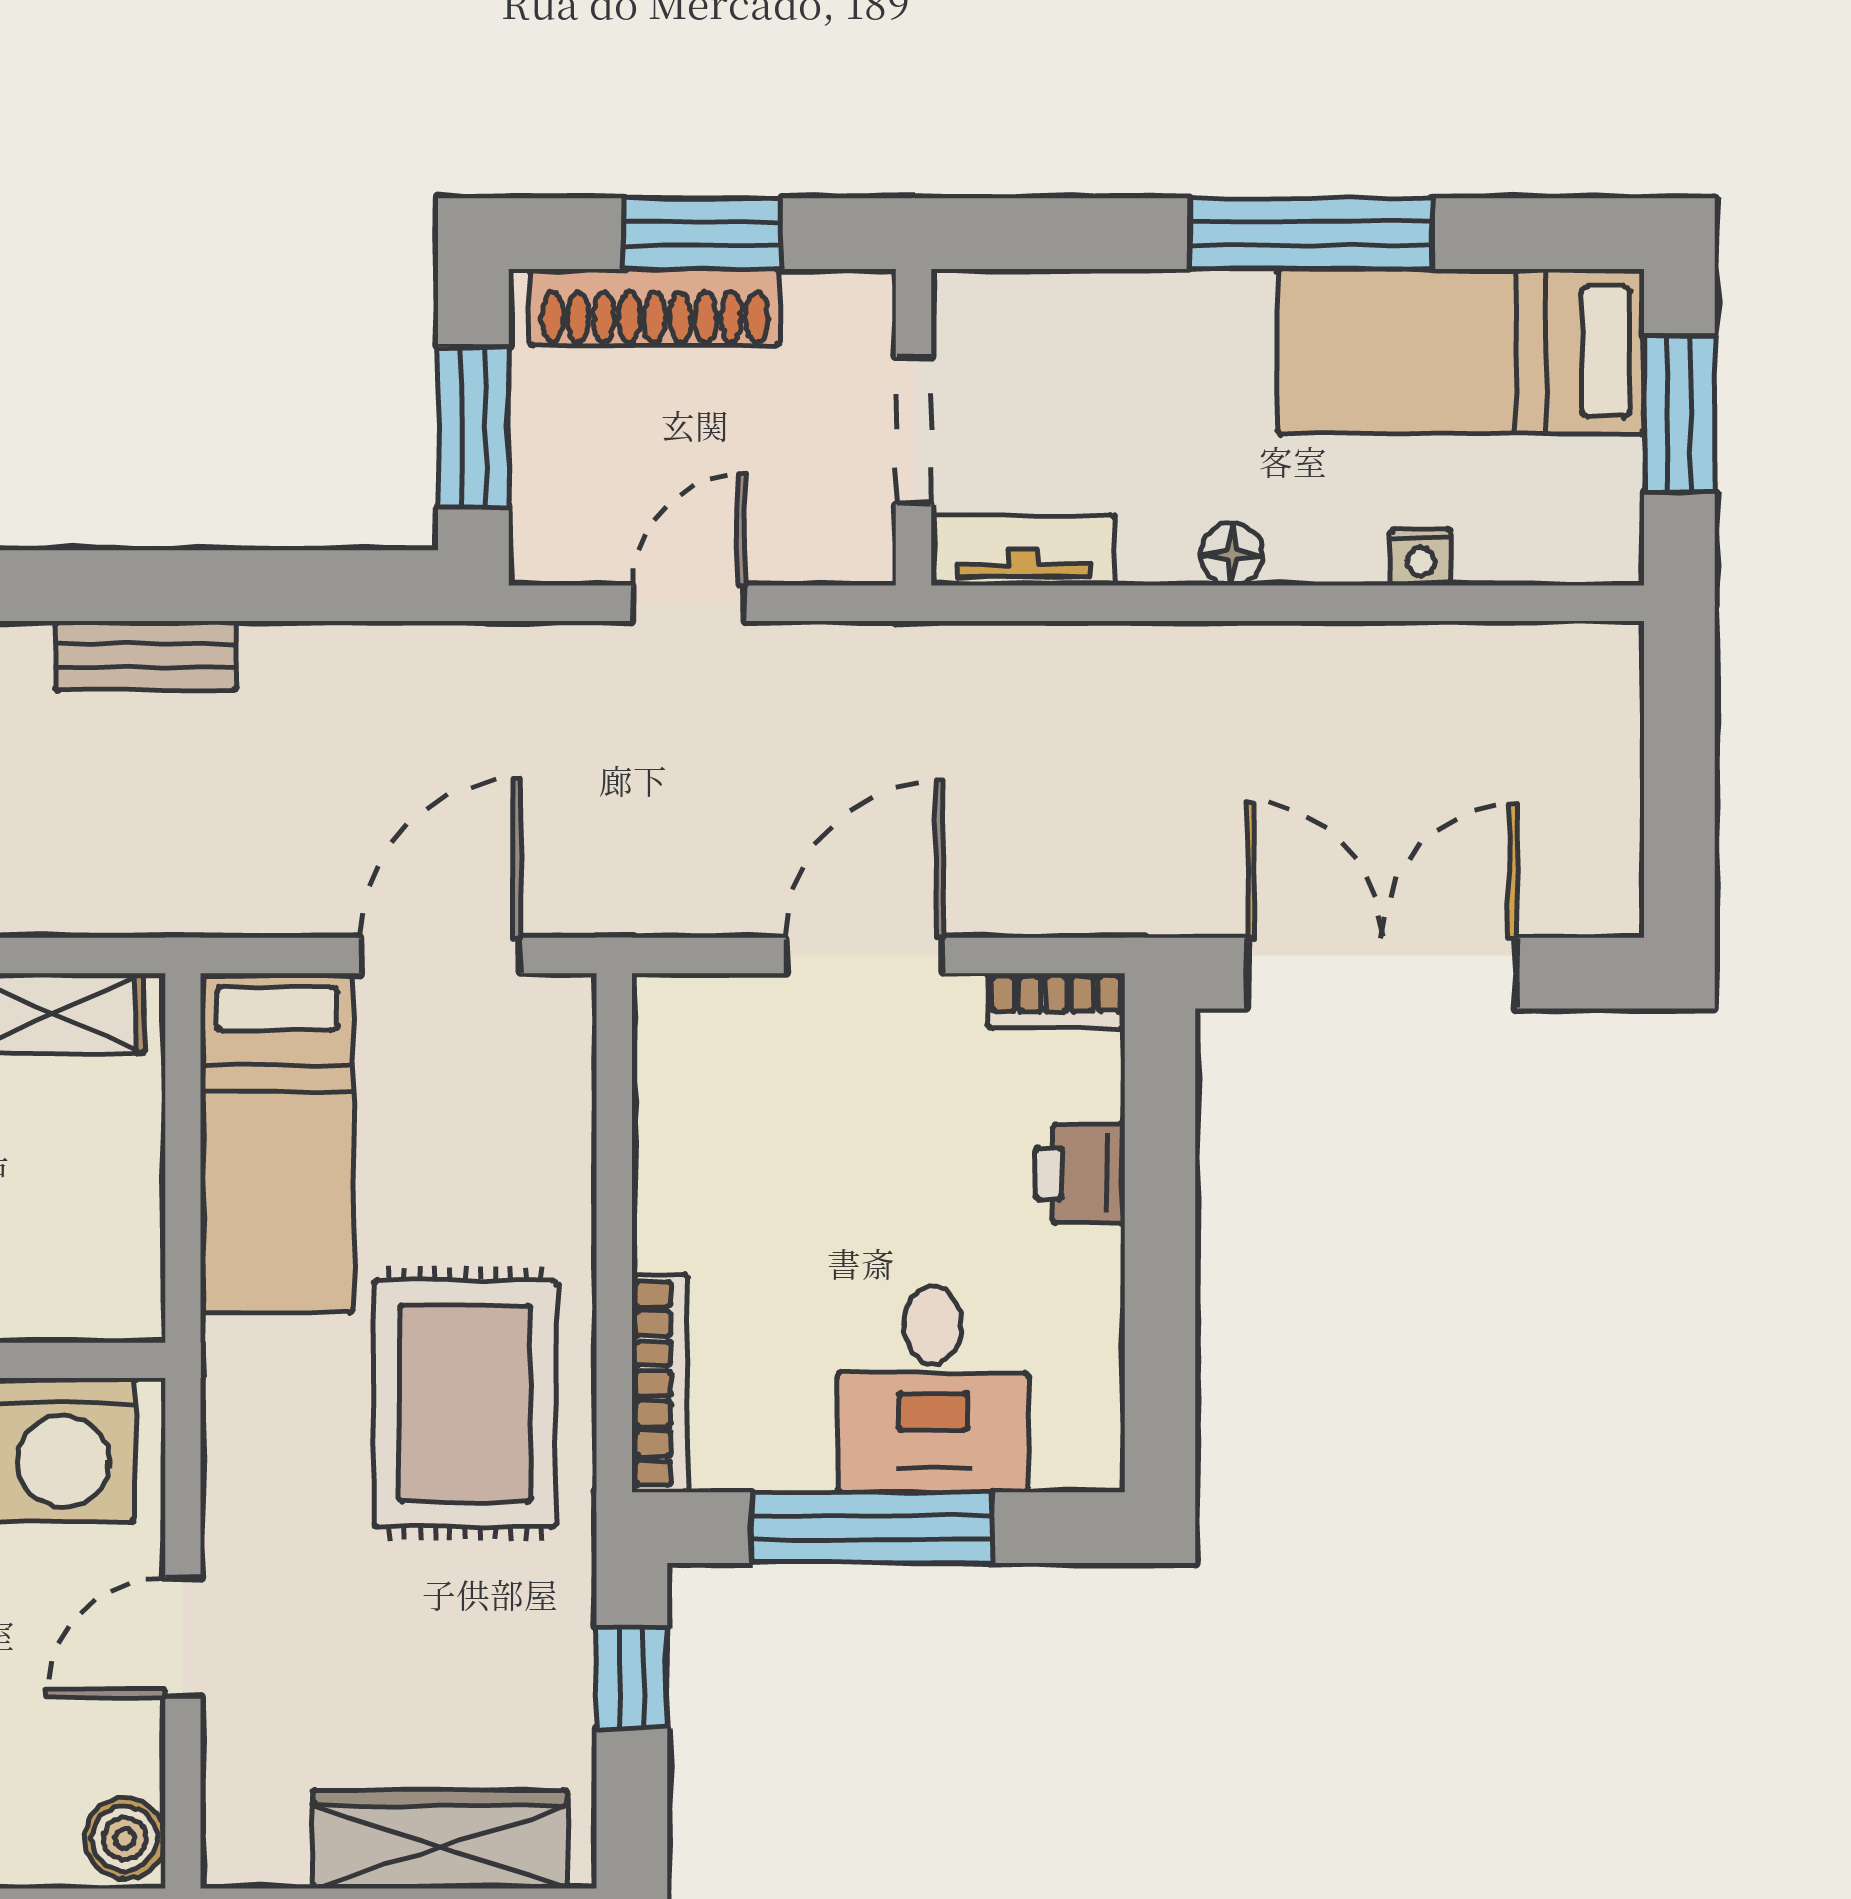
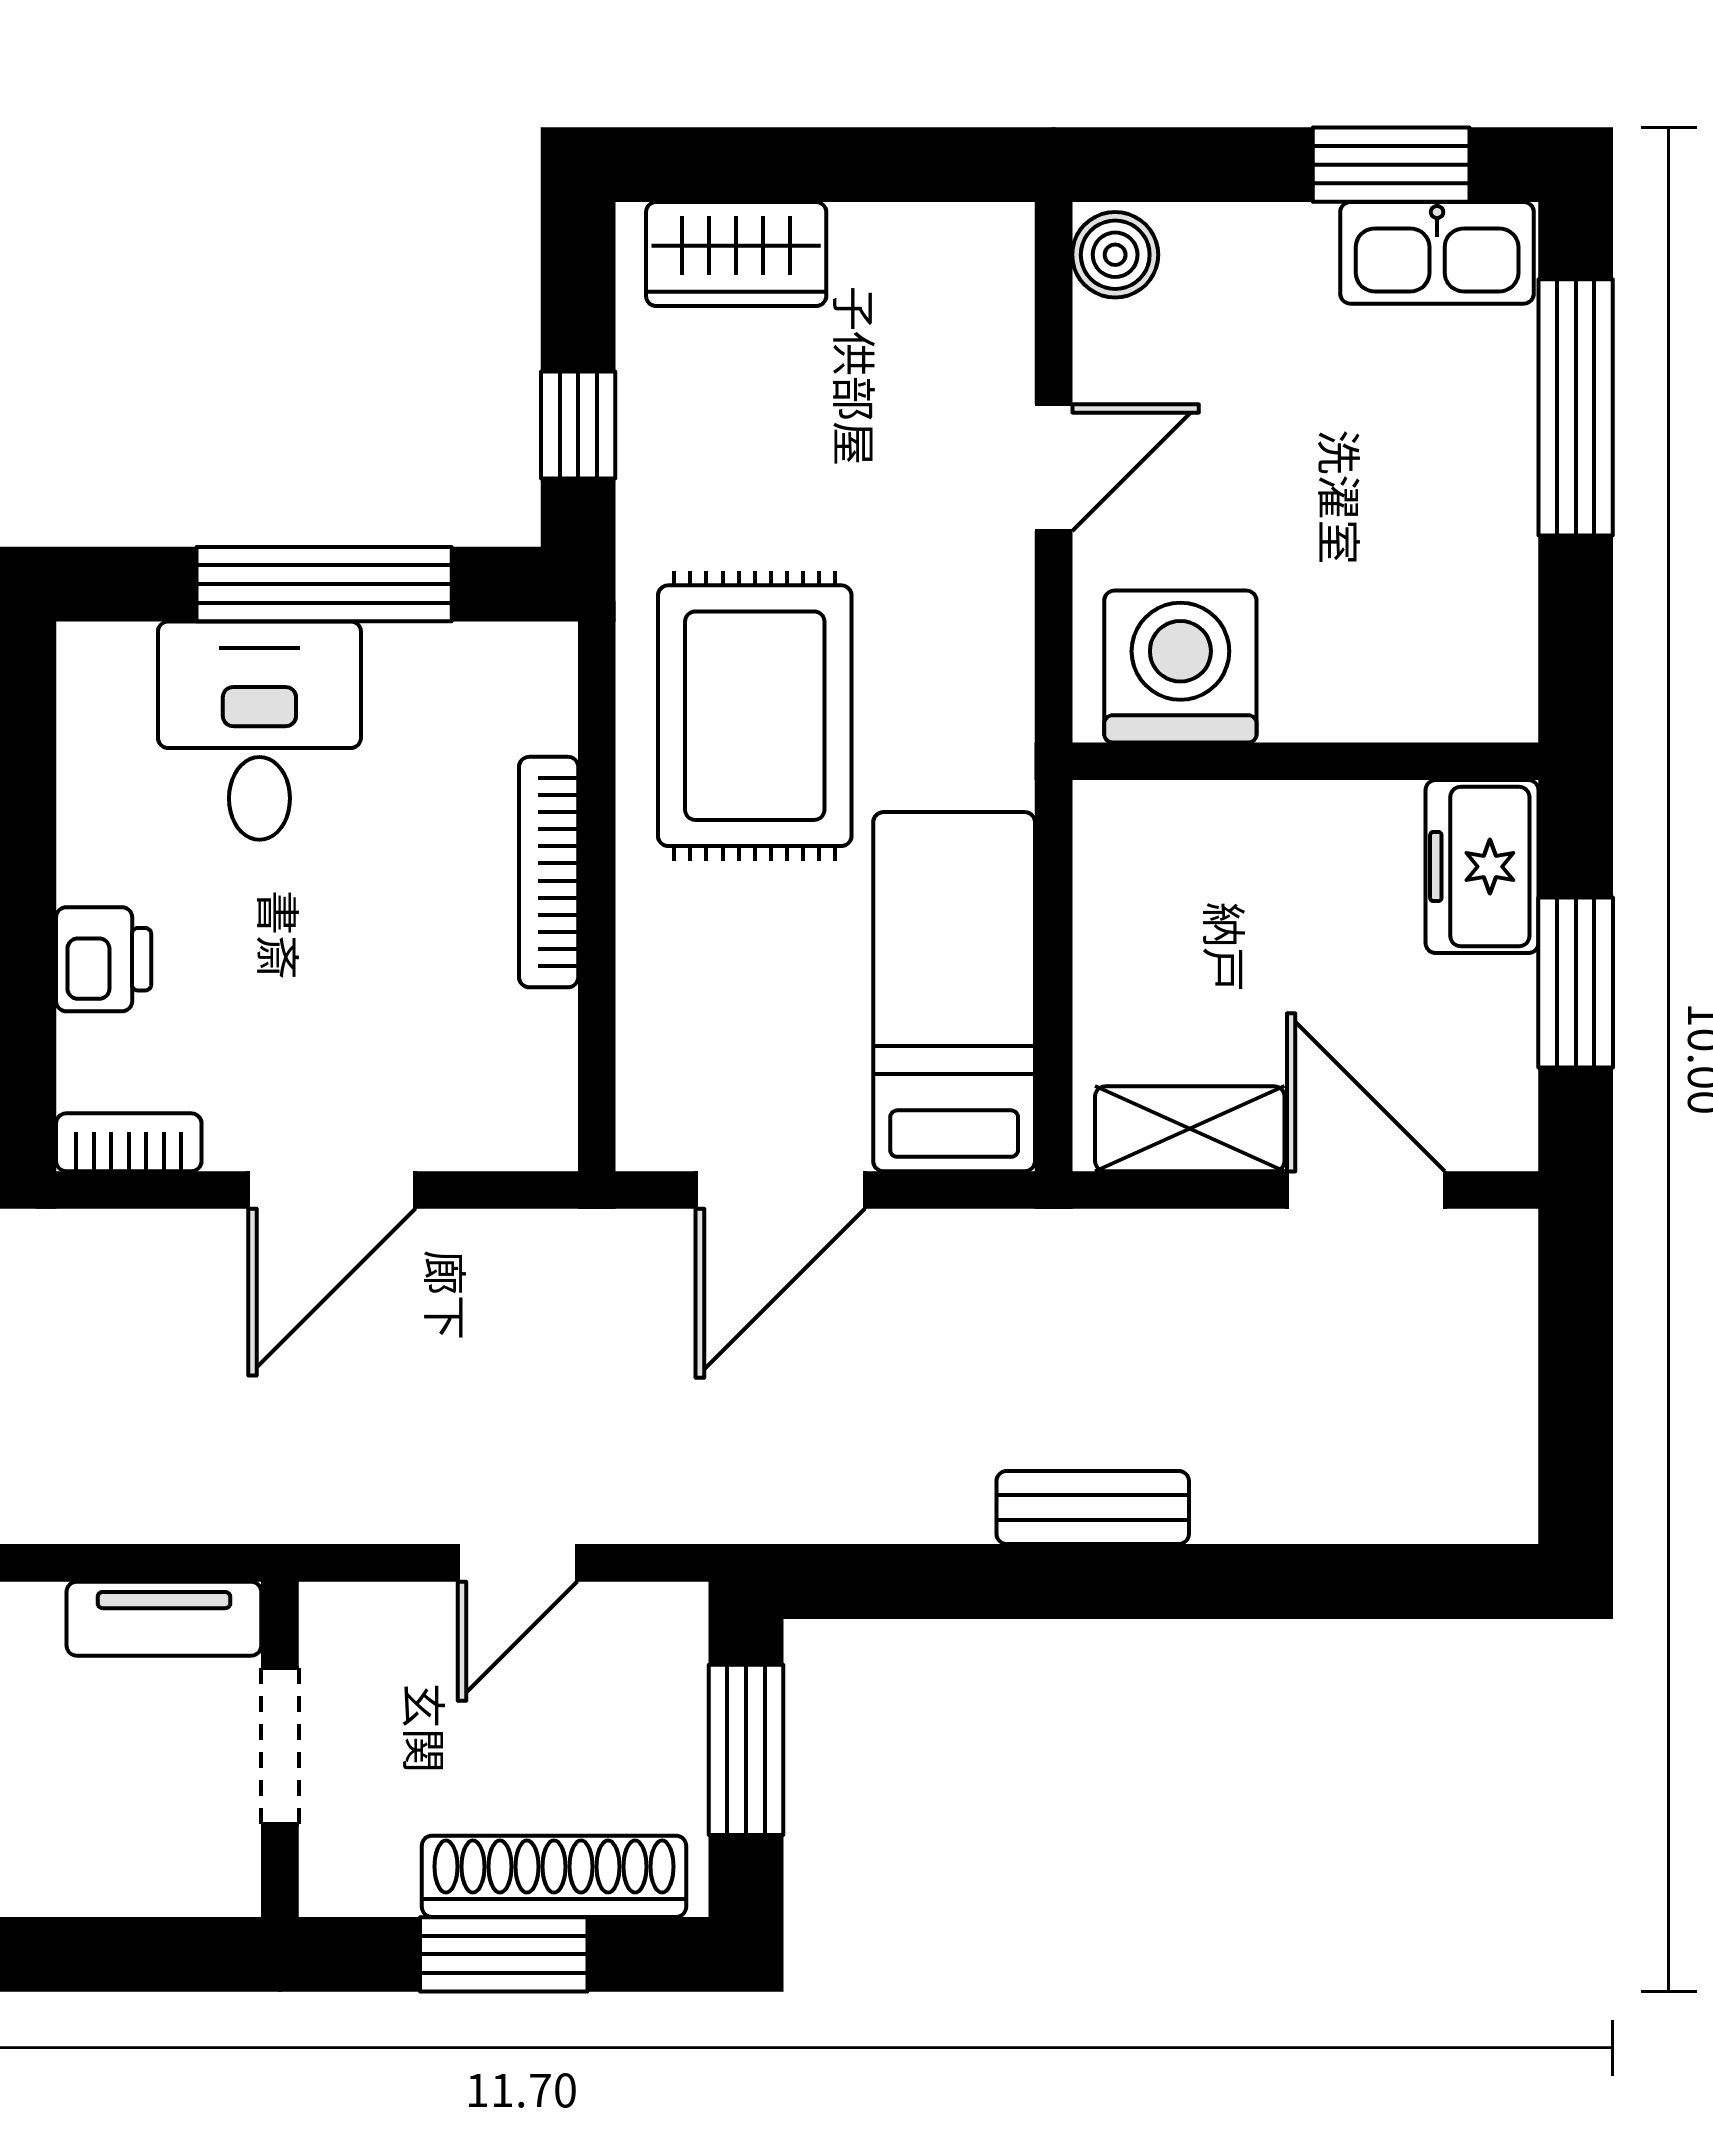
bookcase: (660, 1383) -> (549, 872), moved
wardrobe: (440, 1839) -> (736, 254), width x0.67

